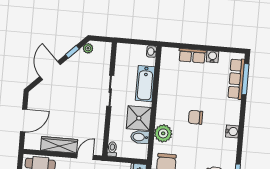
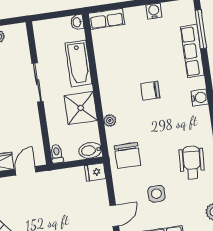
row of seats: (192, 56) -> (106, 19), moved
row of seats: (236, 79) -> (192, 51), moved
plant: (163, 133) -> (110, 121), width x0.53, depth x0.53
bidet: (140, 137) -> (90, 150), moved

